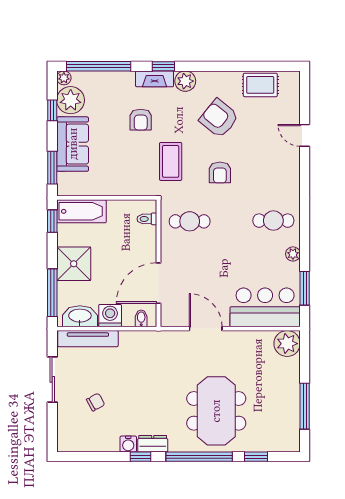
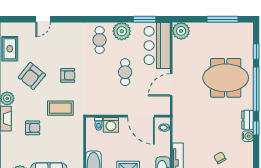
cafe table: (190, 221) -> (125, 72), moved
plant: (293, 254) -> (122, 31), width x1.88, depth x1.88
washing machine: (110, 316) -> (111, 125), moved, turned -90

